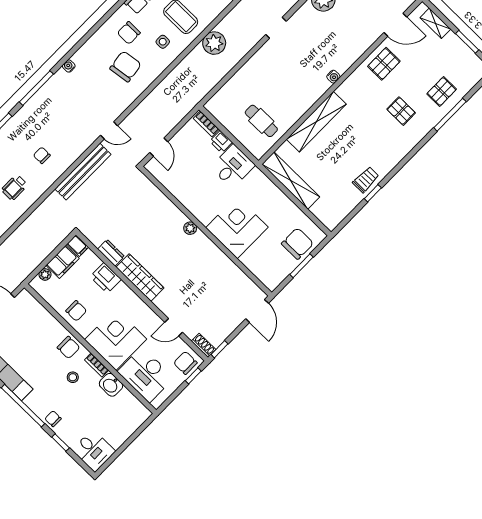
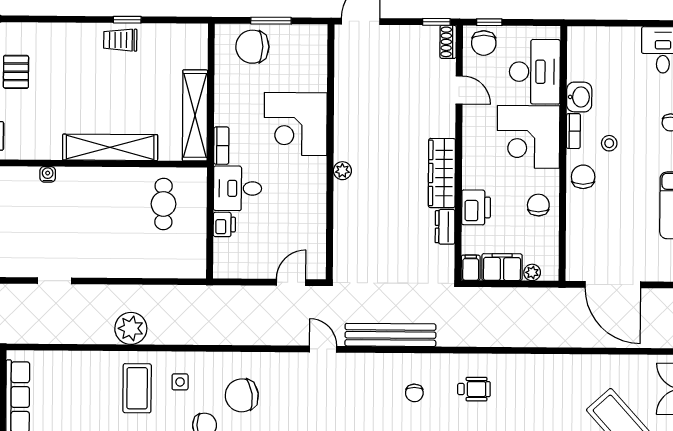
bookcase: (206, 124) -> (221, 146), moved

